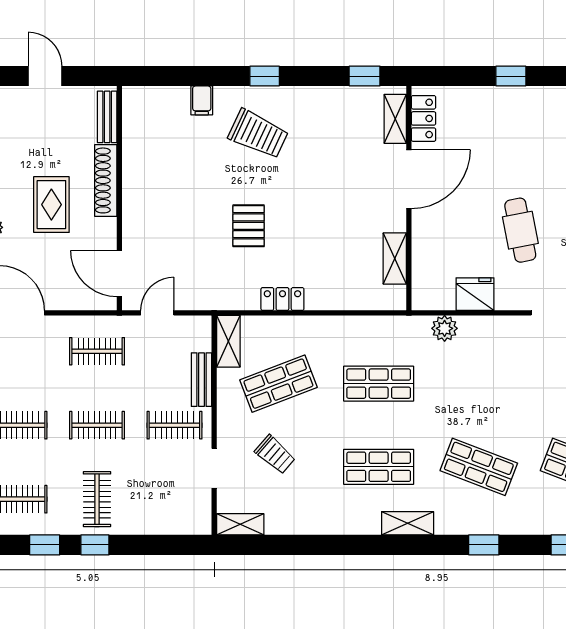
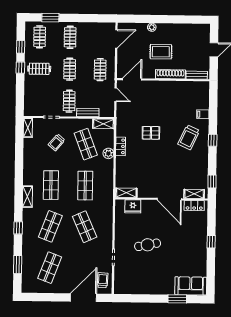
shelving: (395, 258) -> (126, 193), moved
fridge: (475, 294) -> (133, 206), moved, turned 90
plant: (445, 328) -> (108, 153), moved
shop shelf: (479, 384) -> (85, 227), added

